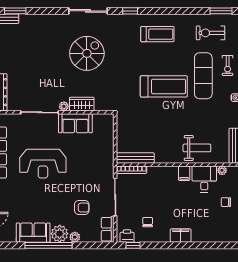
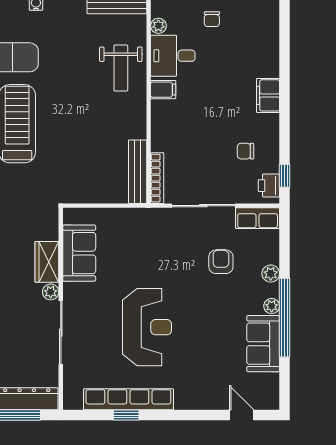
sofa: (75, 123) -> (79, 253), moved
weight bench: (197, 148) -> (121, 68), turned 180
plant: (60, 234) -> (272, 306), width x0.53, depth x0.53

